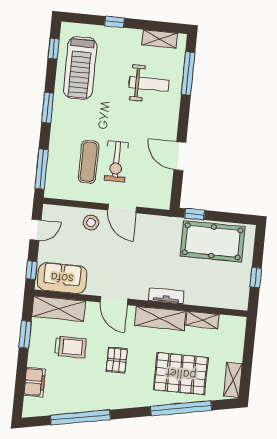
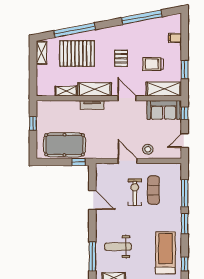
window: (42, 169) -> (185, 193), moved
filing cabinet: (35, 382) -> (175, 38), width x0.50

